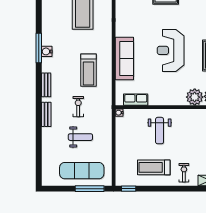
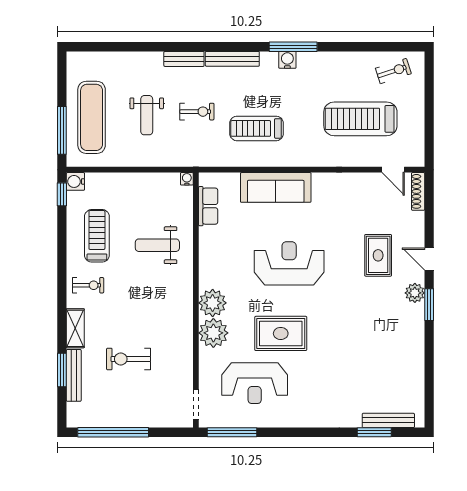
bench: (46, 85) -> (232, 59), width x1.36
water cooler: (121, 180) -> (75, 181), added

